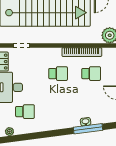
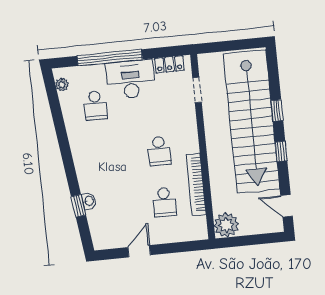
window: (88, 129) -> (78, 206), width x0.46

